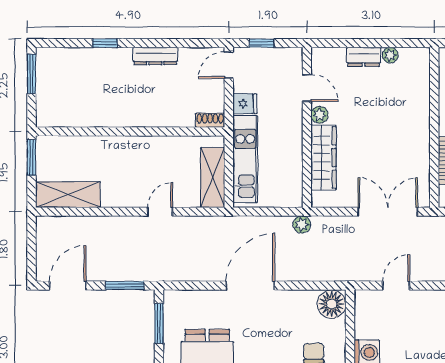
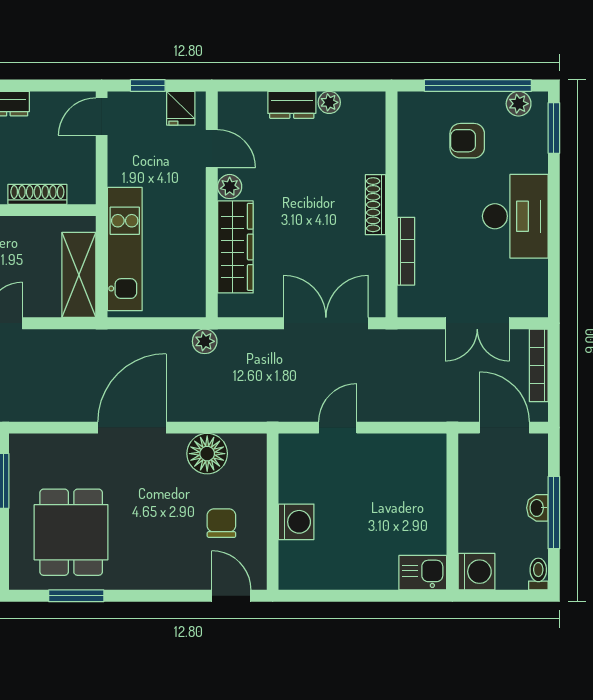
fridge: (245, 104) -> (181, 108), moved, turned 90
shoe rack: (210, 120) -> (37, 194), moved, width x1.43
shoe rack: (423, 128) -> (376, 205), added
floor lamp: (332, 304) -> (207, 454), moved

